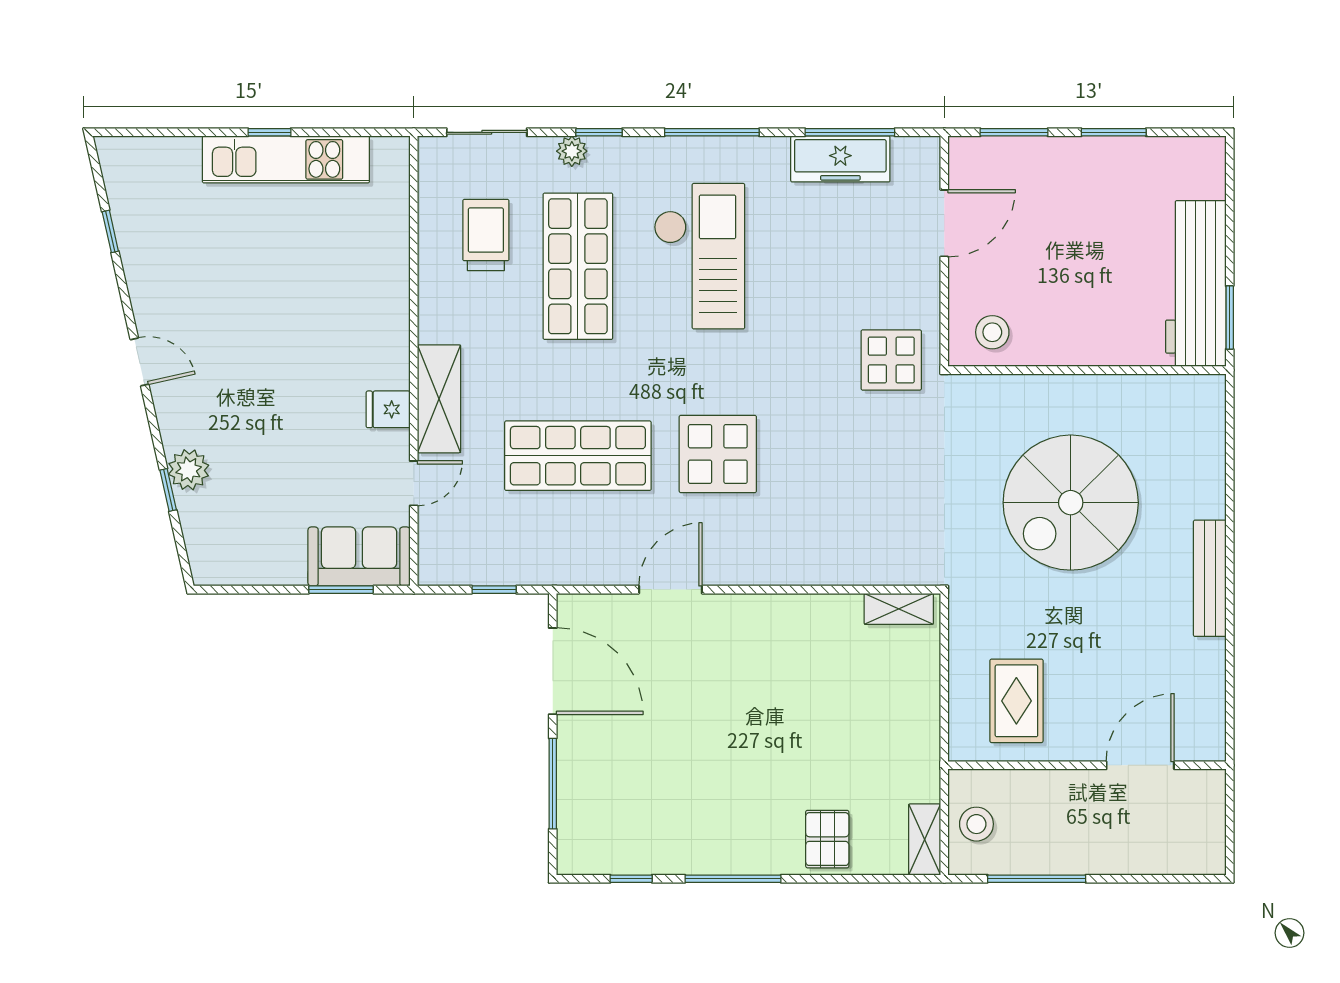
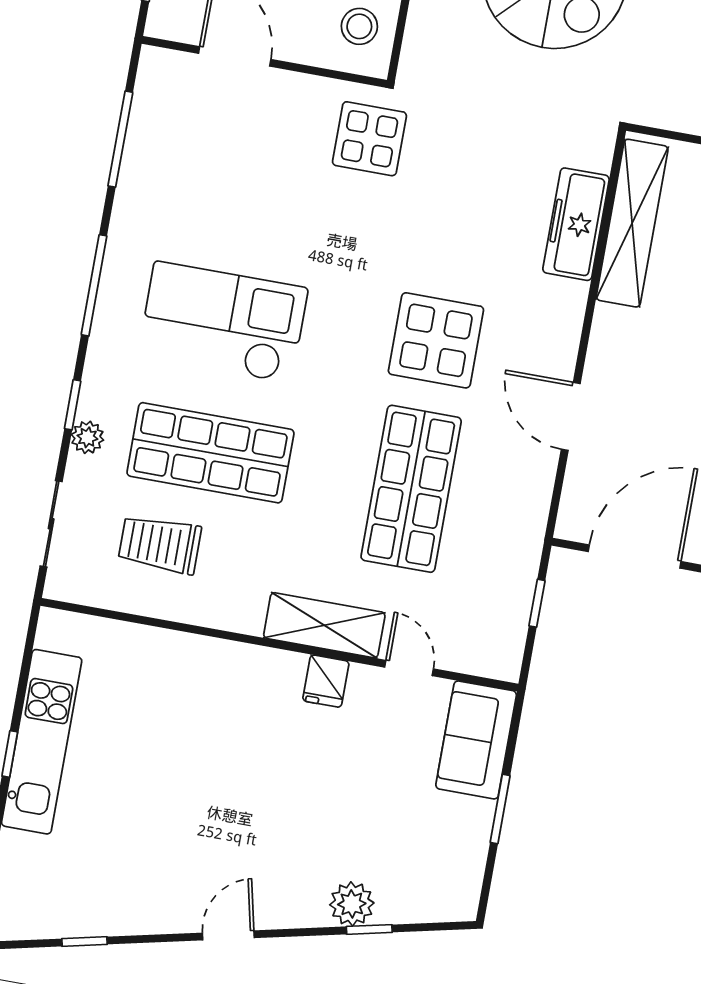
freezer: (840, 159) -> (576, 224), moved, turned 180
window: (341, 590) -> (500, 809), moved
shelving: (899, 609) -> (632, 223), width x2.20, depth x1.33

